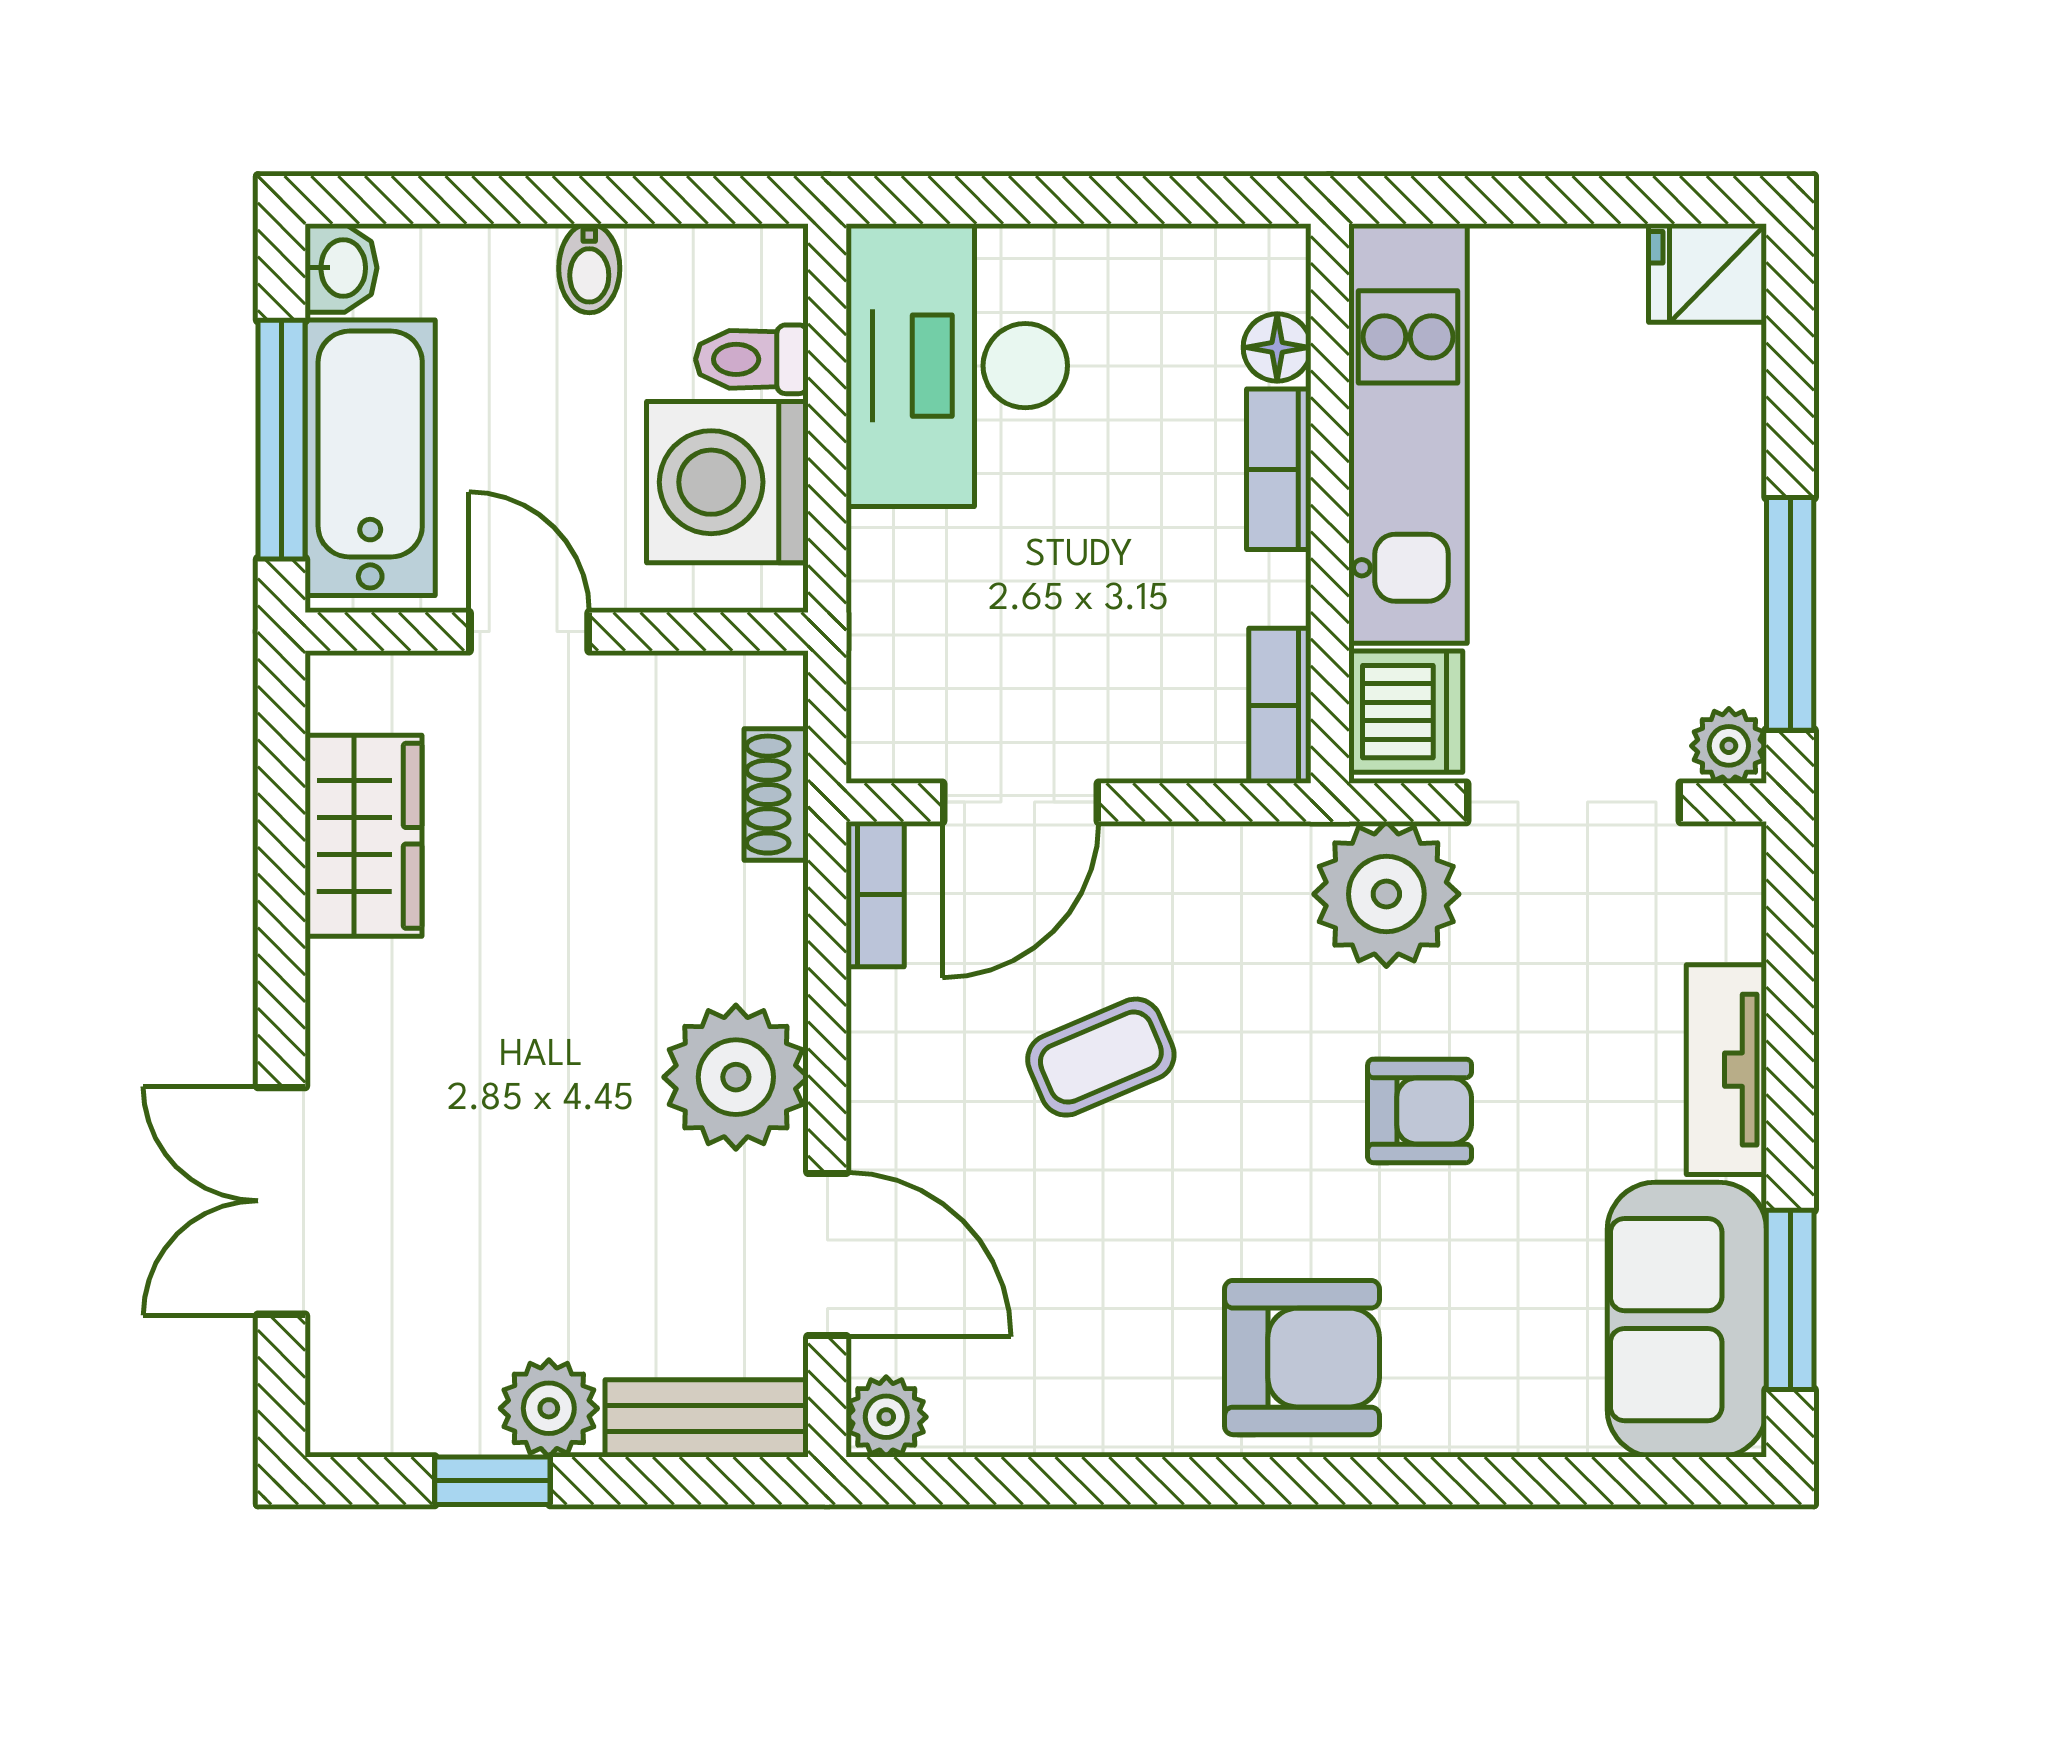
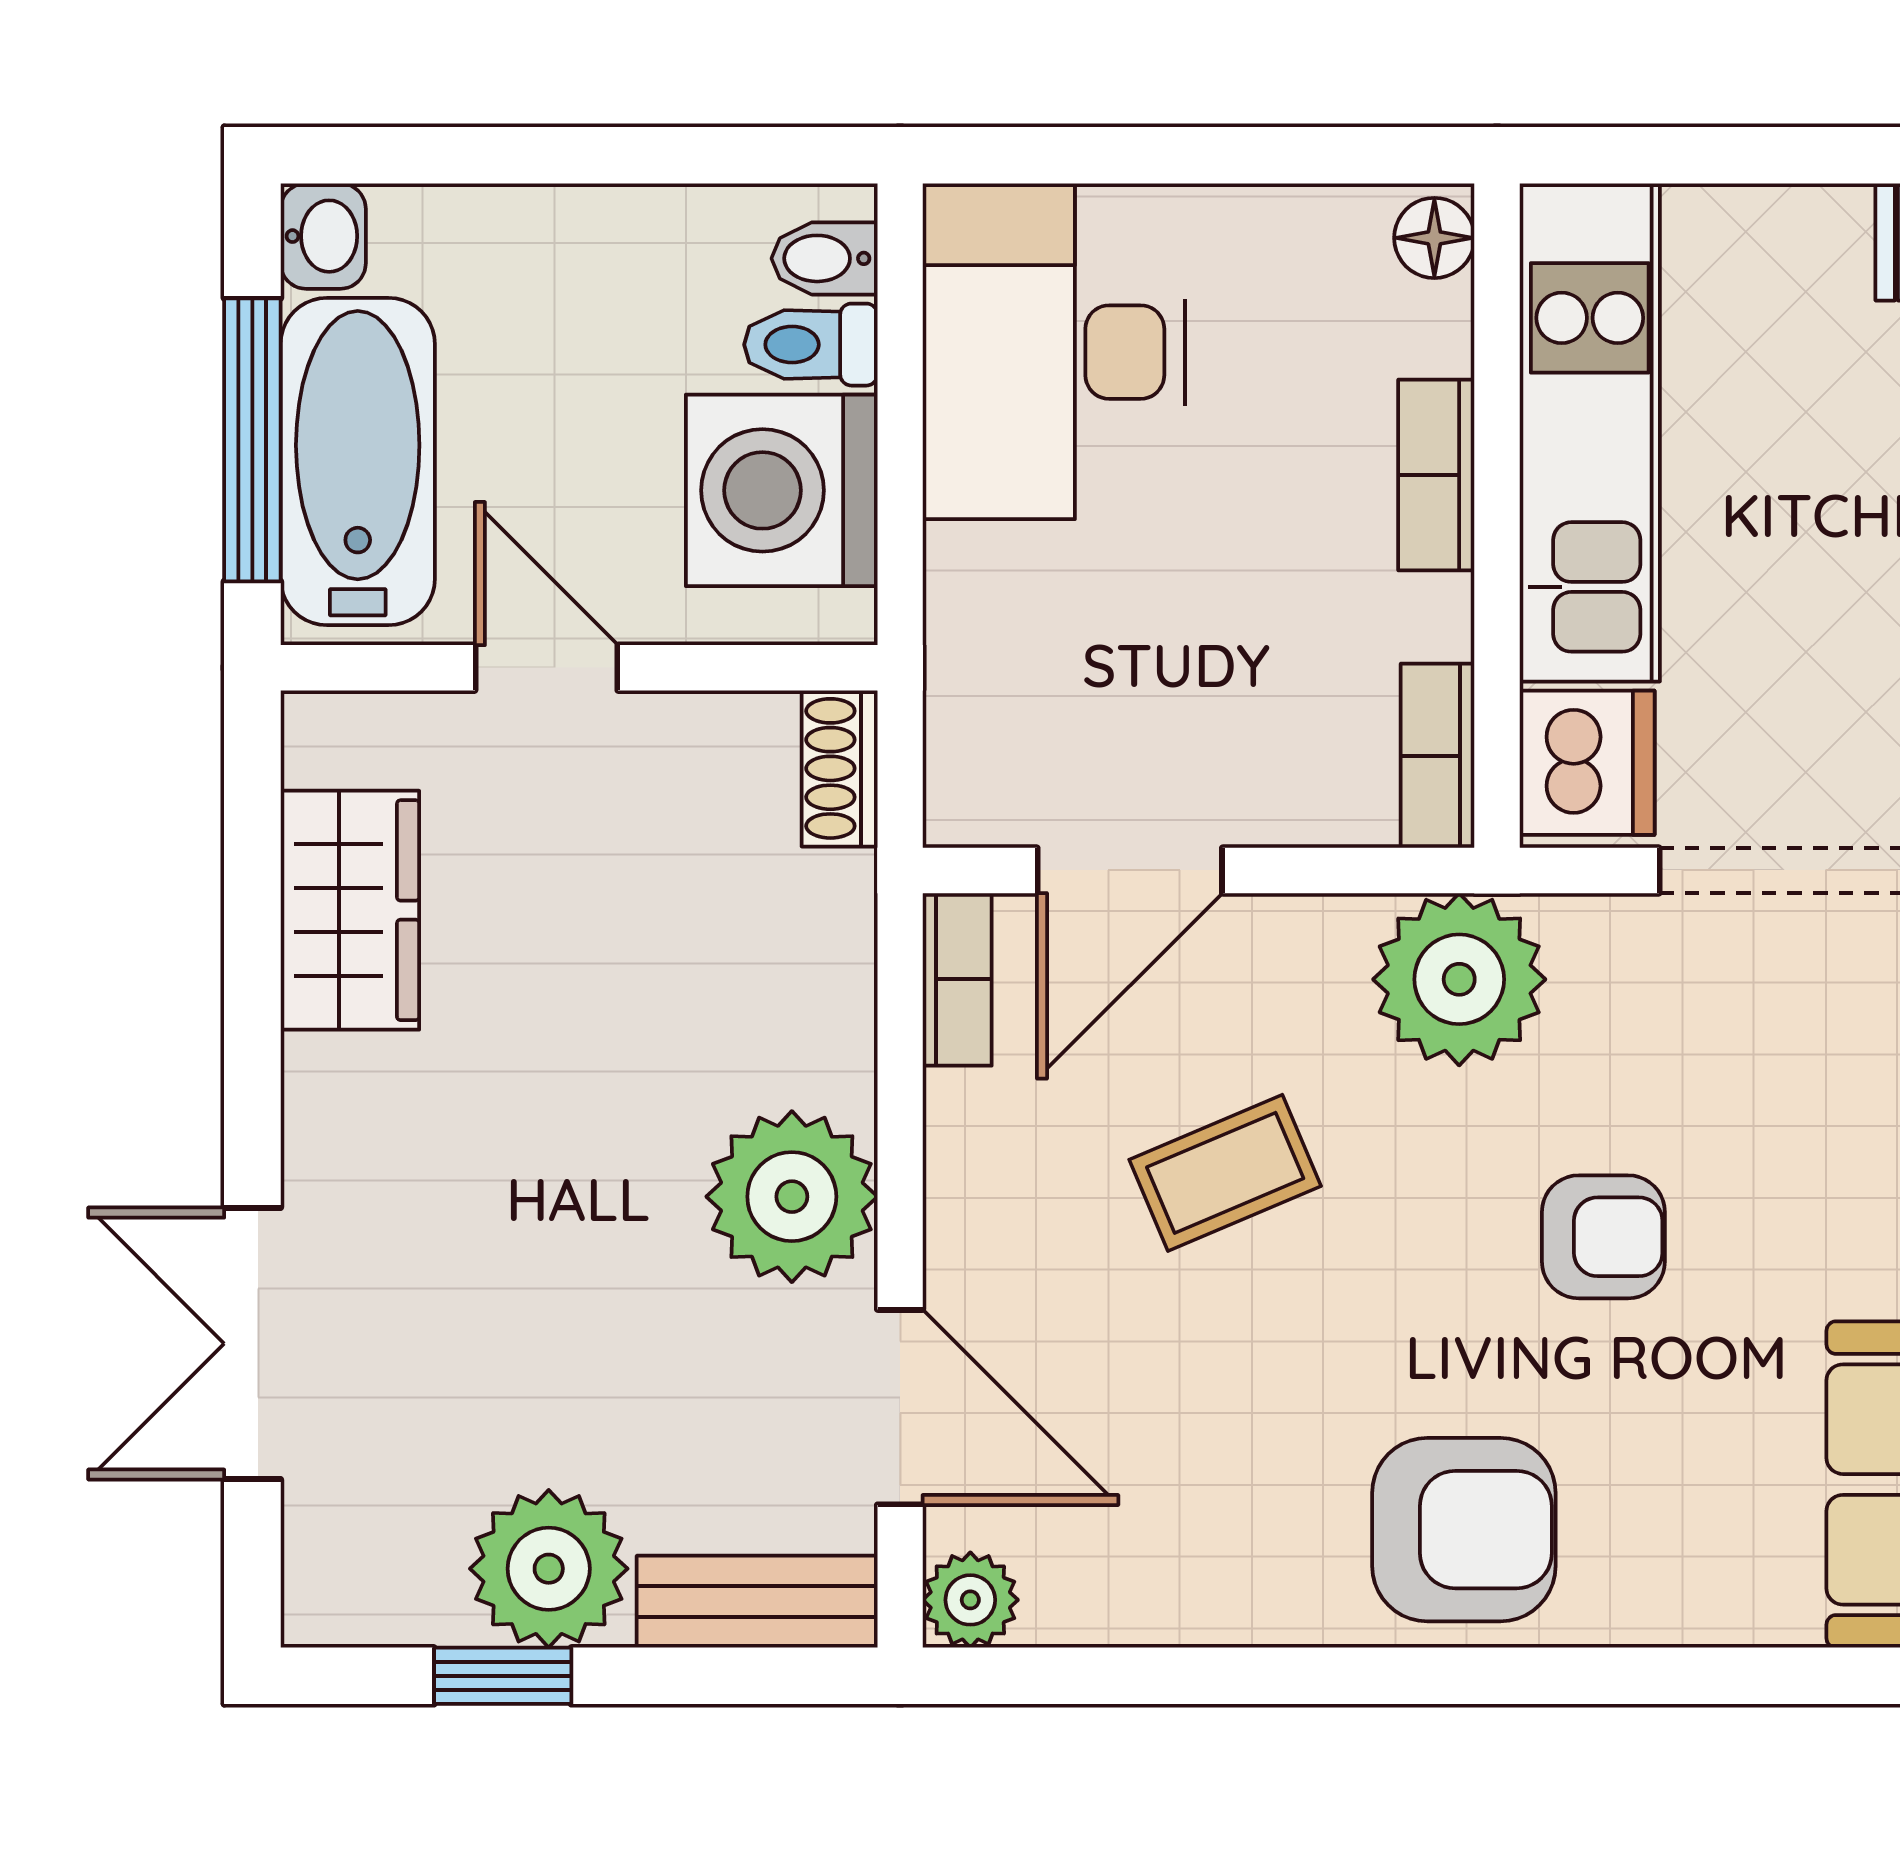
bidet: (589, 268) -> (824, 258), moved, turned 90
floor lamp: (1277, 347) -> (1434, 238), moved
shoe rack: (776, 795) -> (840, 768), moved
plant: (1386, 894) -> (1459, 979), moved
plant: (549, 1408) -> (549, 1569), width x1.36, depth x1.36

